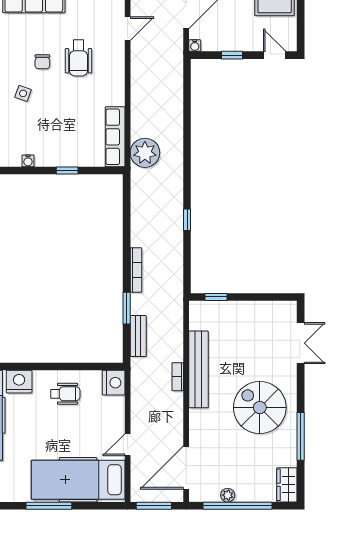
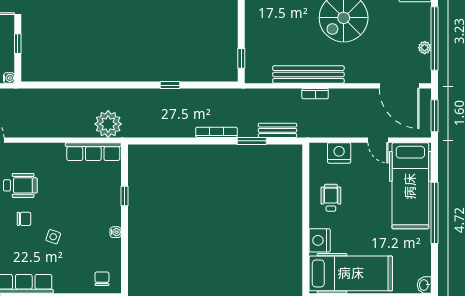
nightstand: (114, 383) -> (339, 153), moved
window: (49, 506) -> (434, 213), width x1.46

